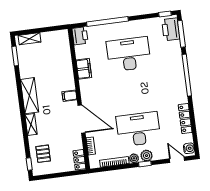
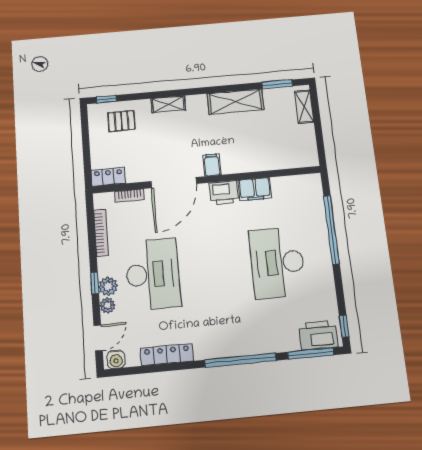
printer: (80, 36) -> (224, 193), moved
desk: (129, 54) -> (277, 263), turned 180
shelving: (29, 96) -> (236, 102), moved
plant: (134, 158) -> (108, 305), moved

